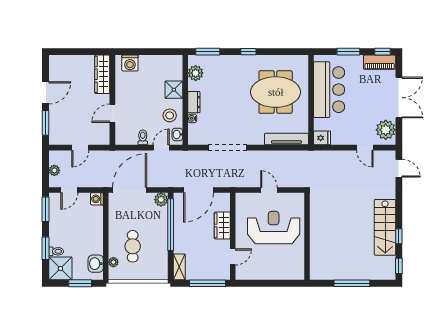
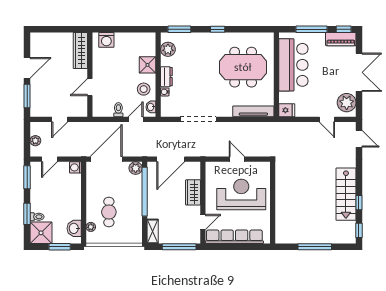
window: (348, 52) -> (311, 29), width x1.44
row of seats: (266, 273) -> (234, 237), added

